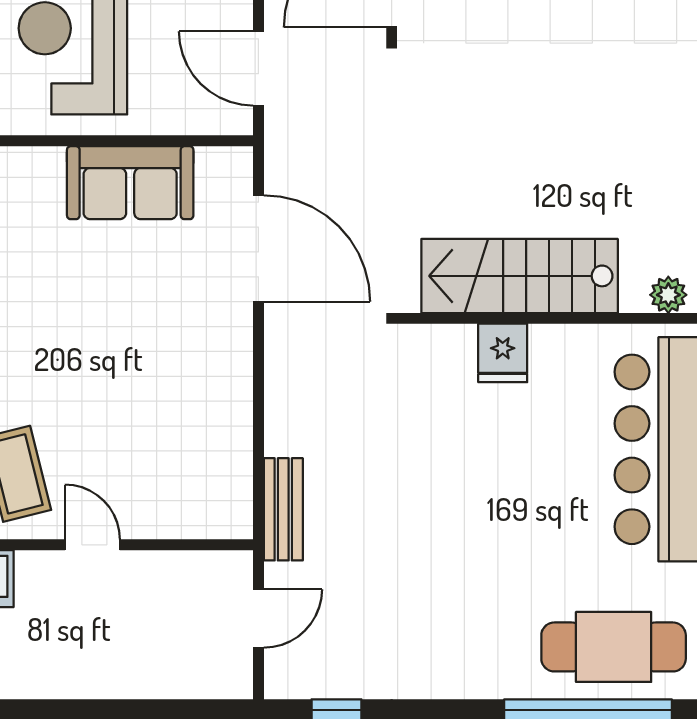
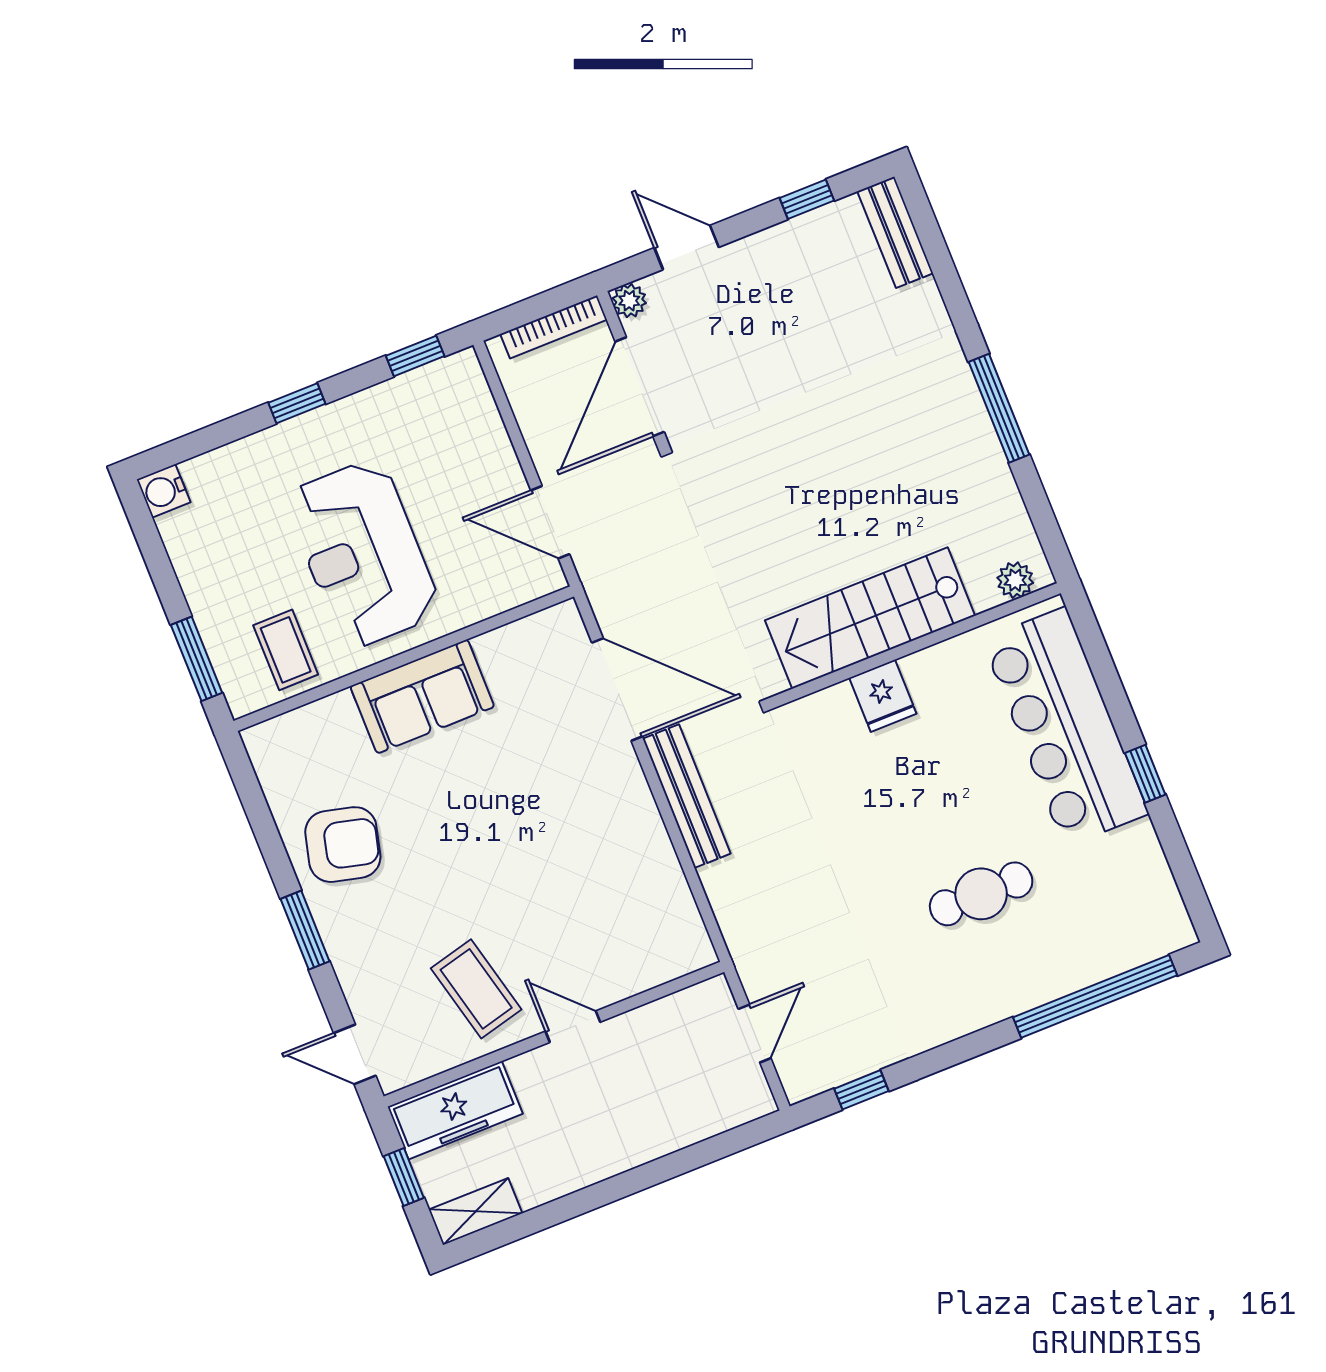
sofa: (130, 183) -> (422, 696), moved
bench: (283, 509) -> (687, 796), moved, width x1.36
cafe table: (614, 647) -> (981, 894), moved, width x0.73, depth x0.74

